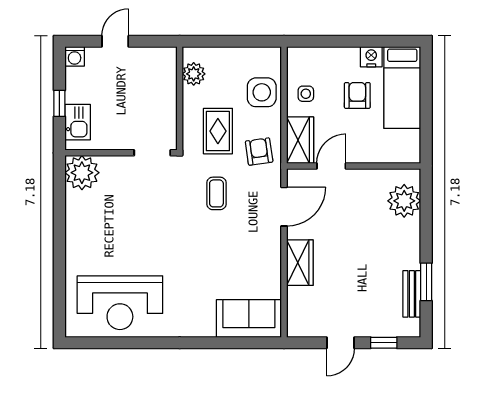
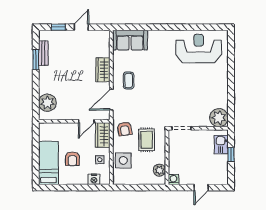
washing machine: (75, 56) -> (173, 179), moved
nightstand: (371, 57) -> (94, 179), moved
coffee table: (216, 193) -> (129, 81), moved

